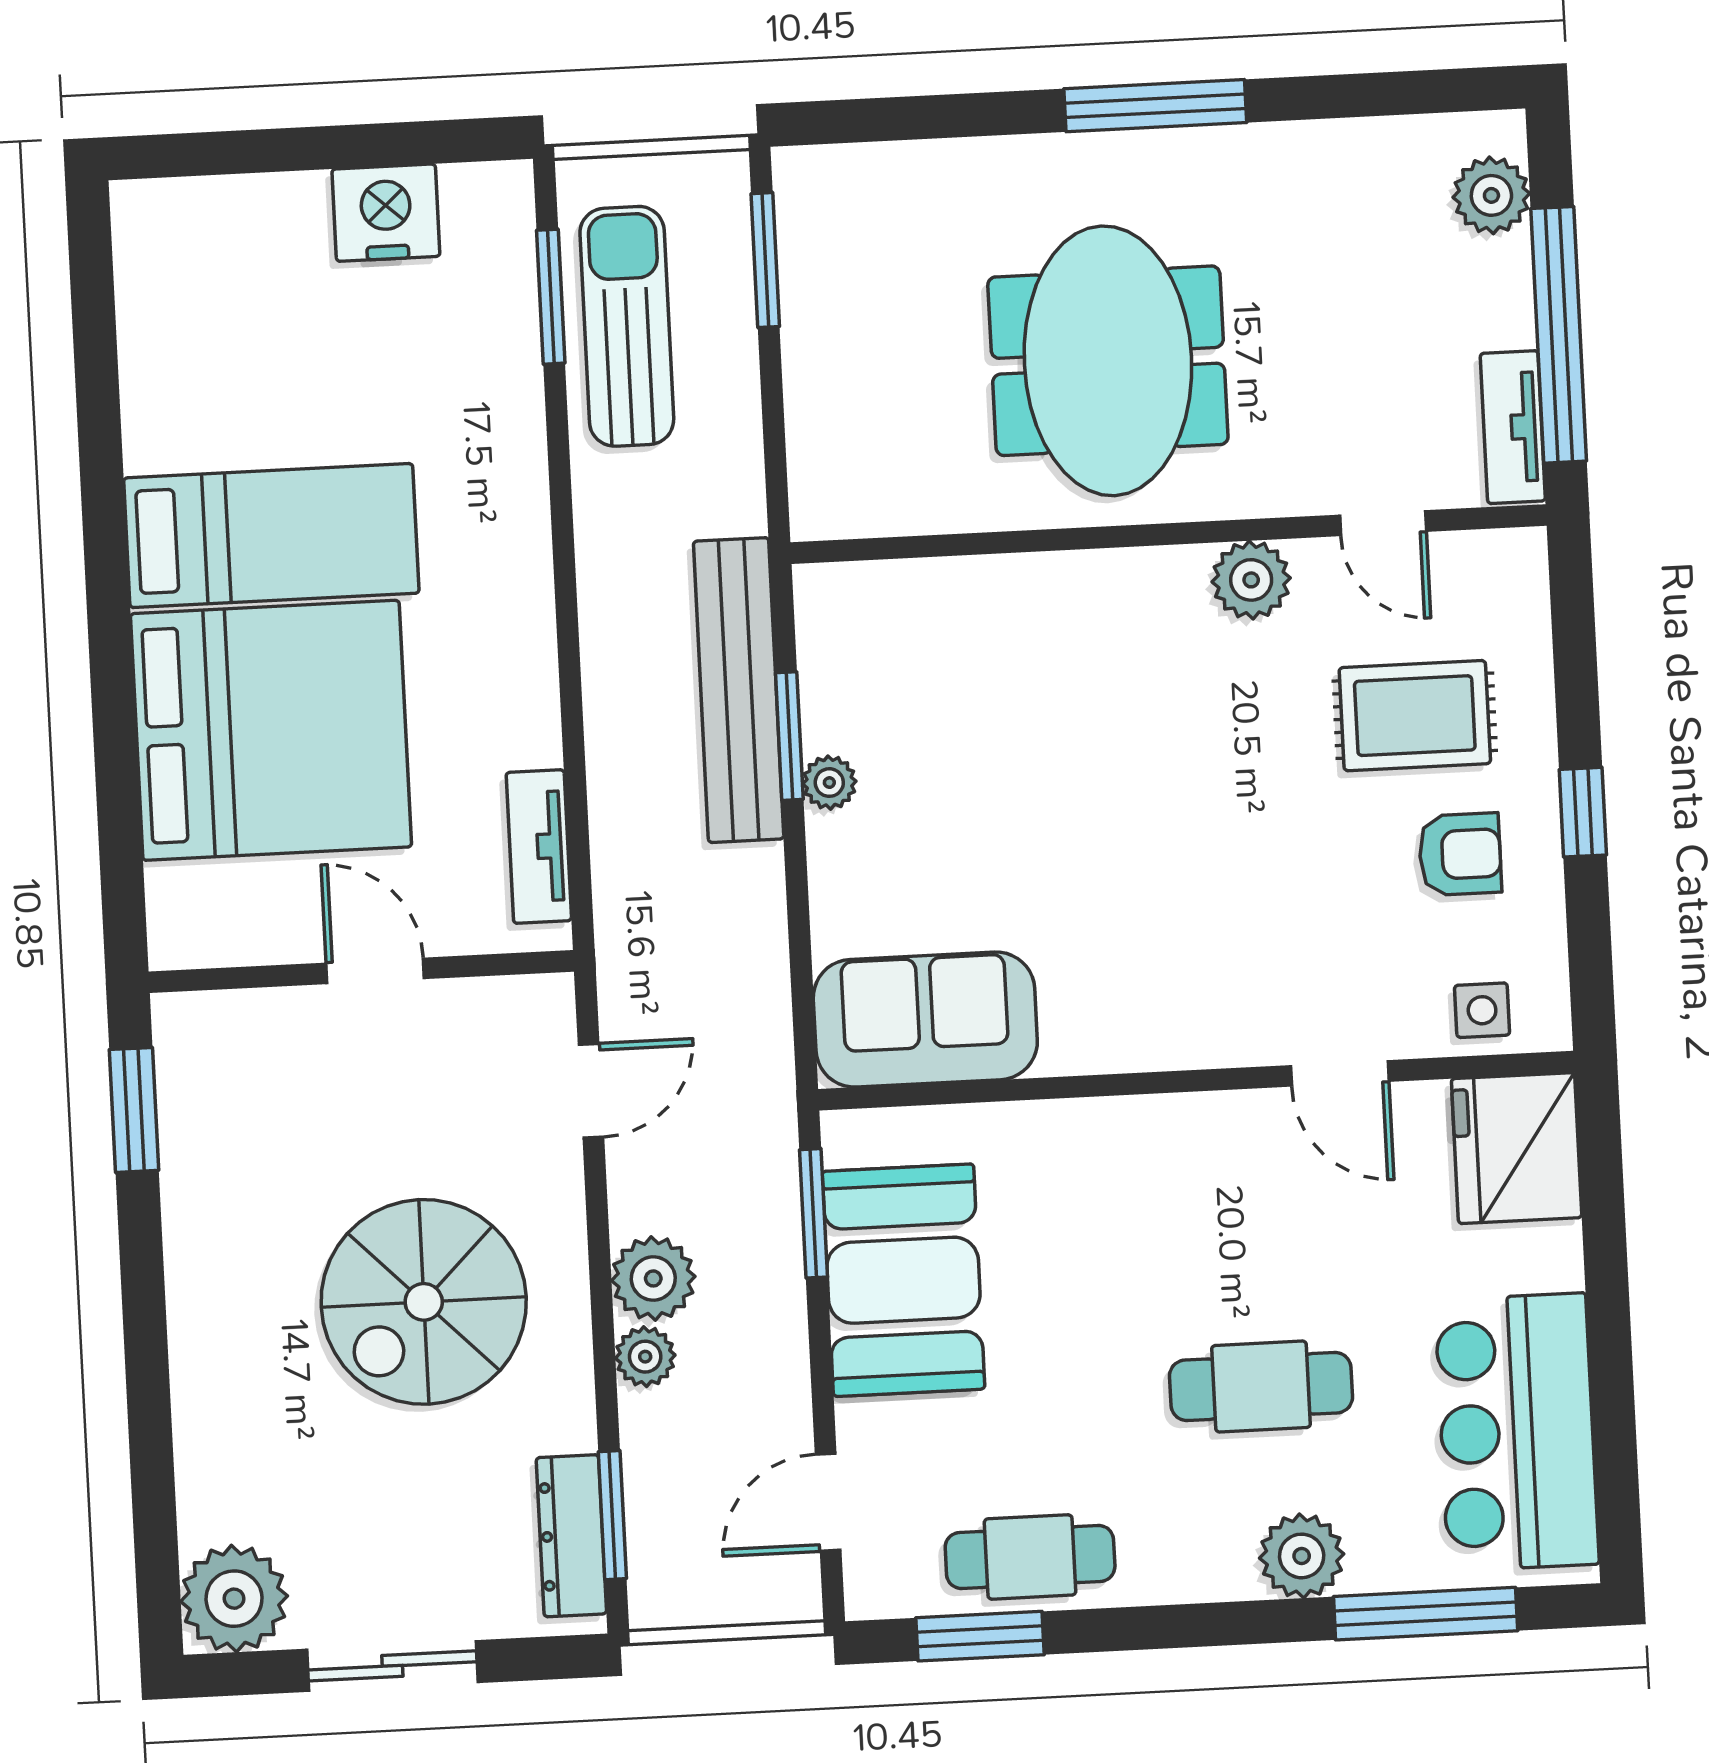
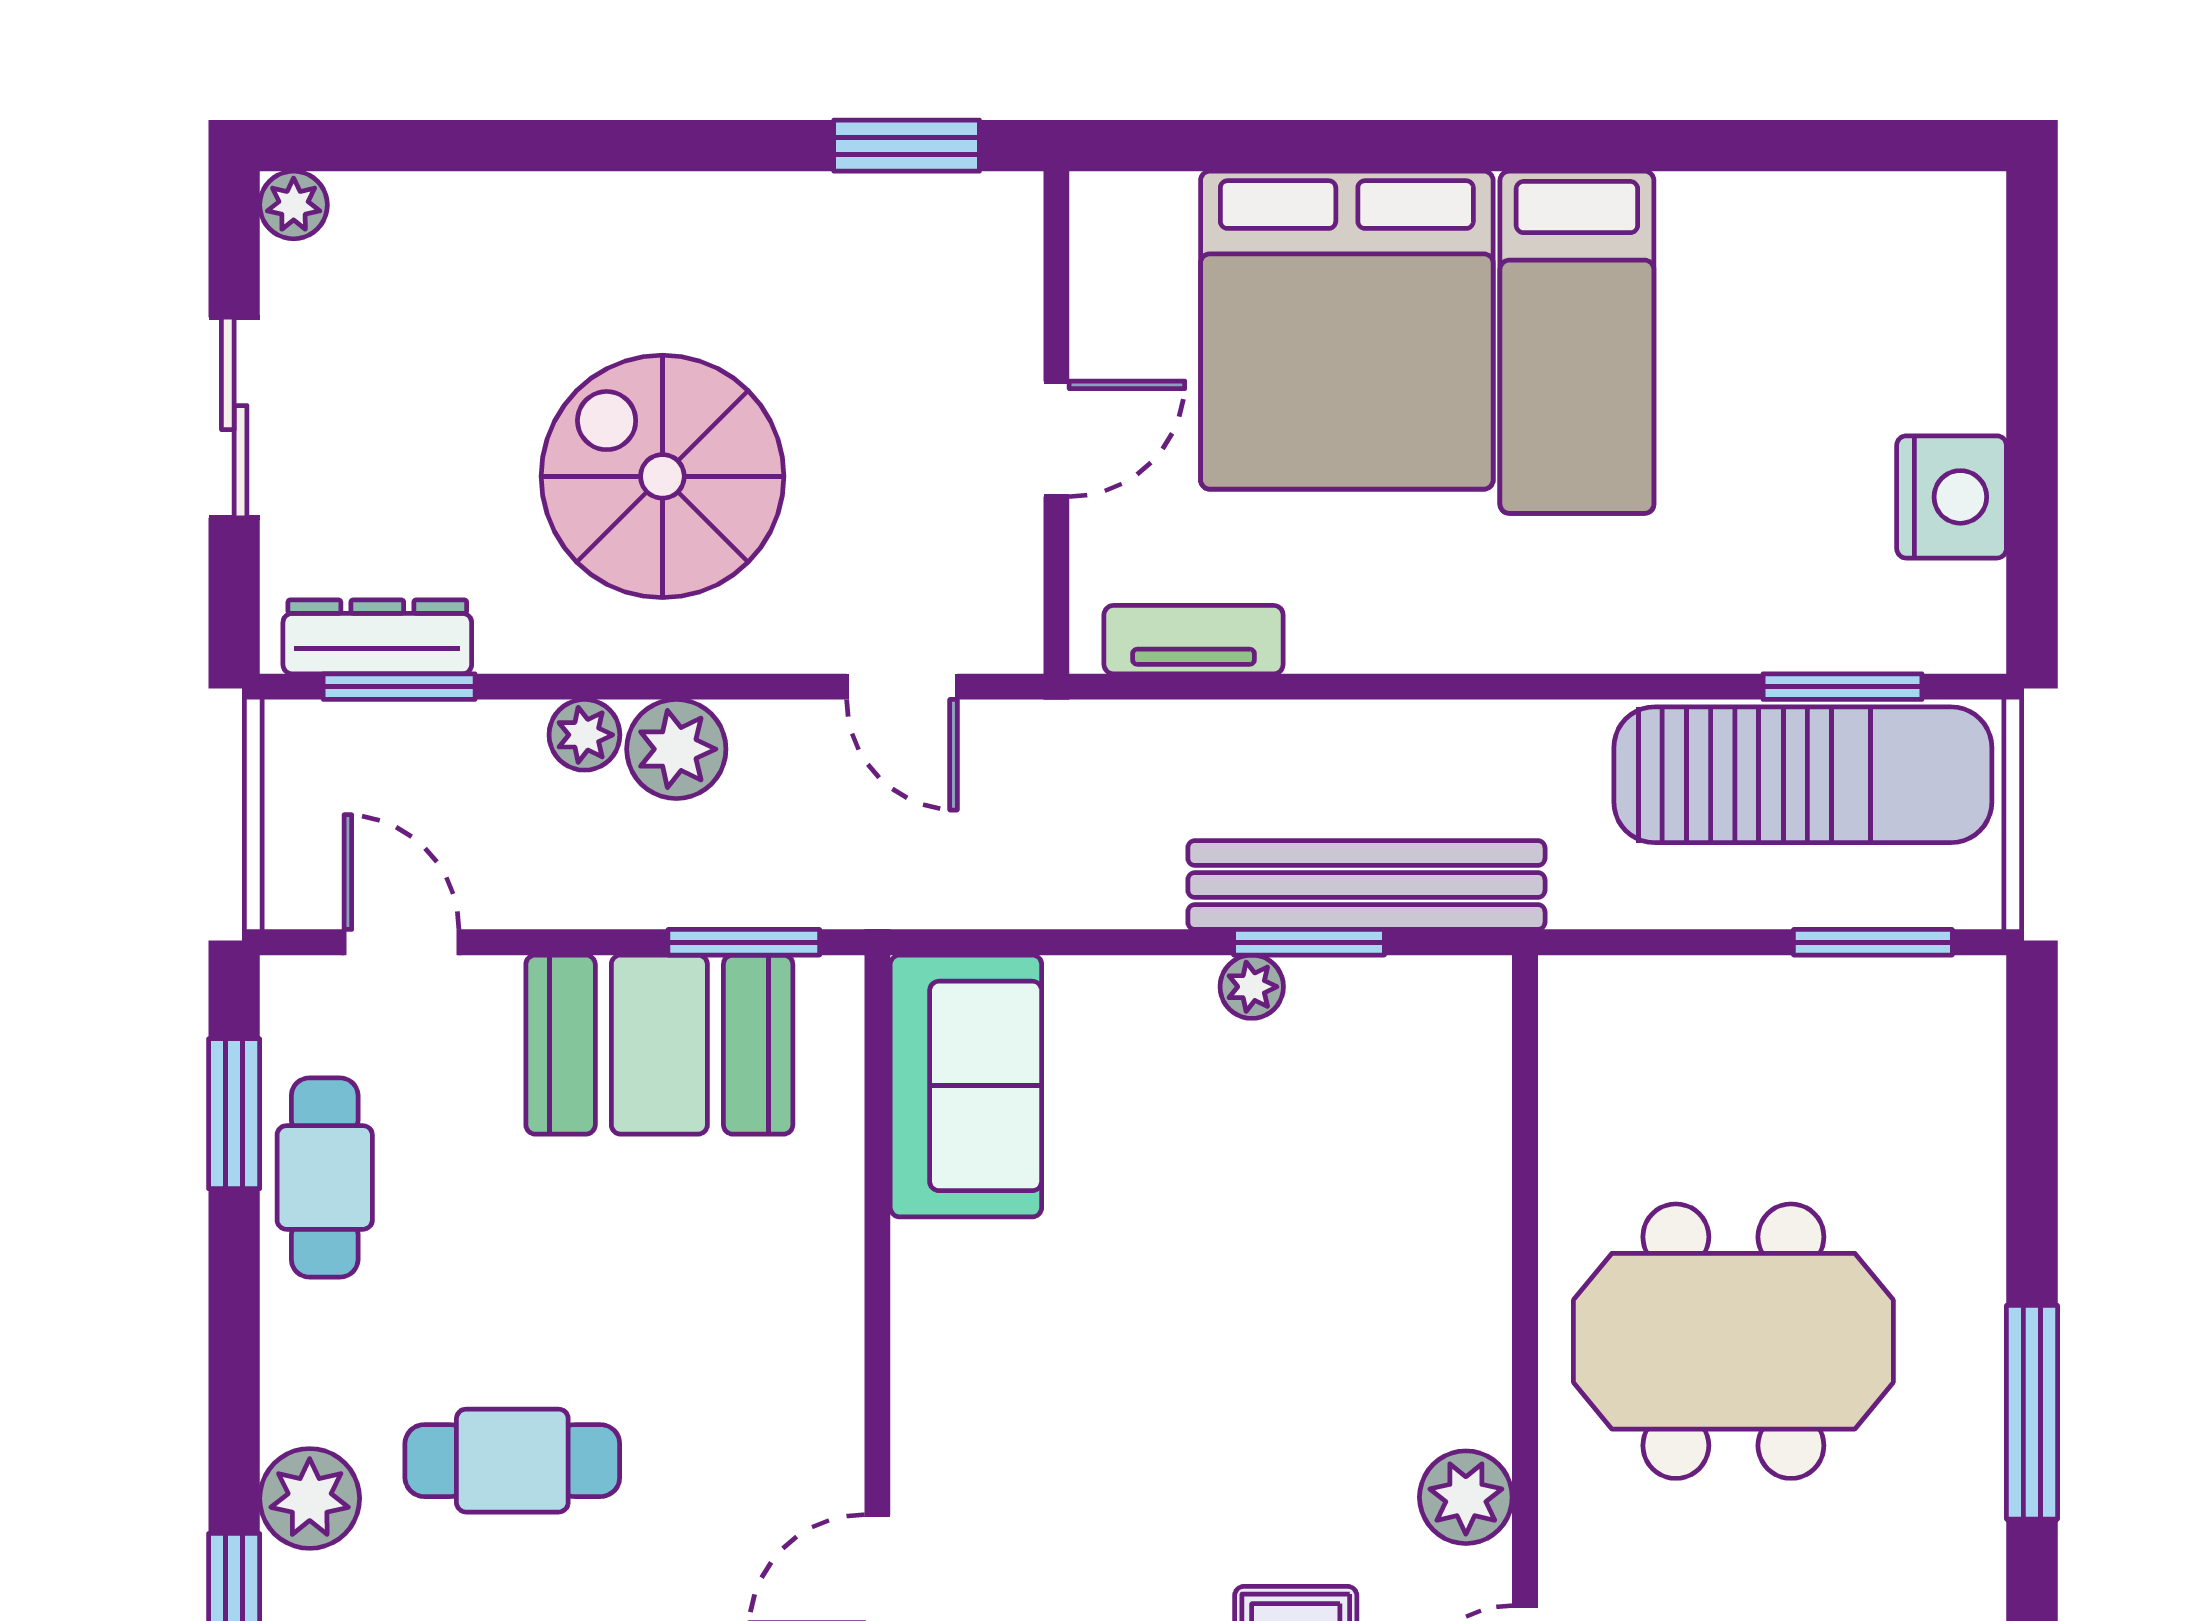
sun lounger: (627, 326) -> (1803, 775), width x1.36, depth x1.34
cafe table: (1261, 1387) -> (512, 1461), turned 90
plant: (234, 1599) -> (294, 205), width x0.53, depth x0.53

